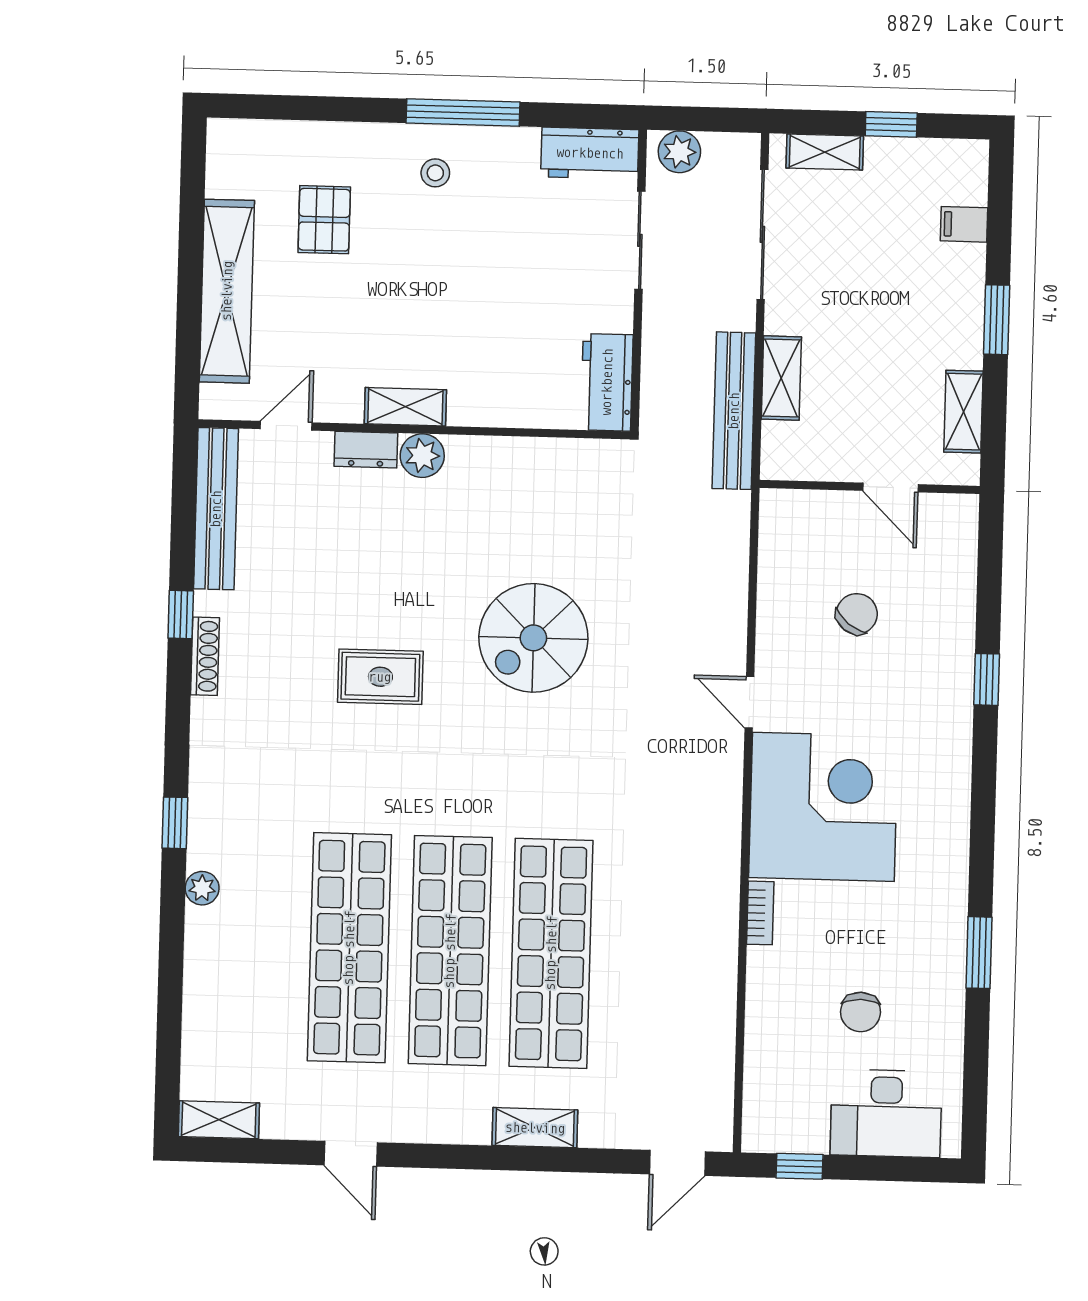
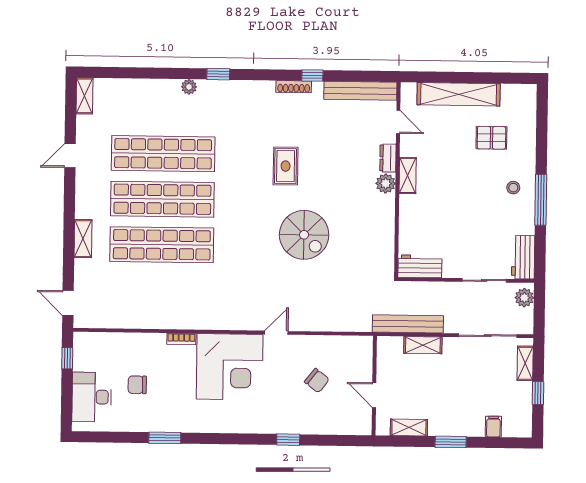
door: (890, 488) -> (374, 395), hinge flipped
spiral stairs: (533, 638) -> (304, 235), turned 180

